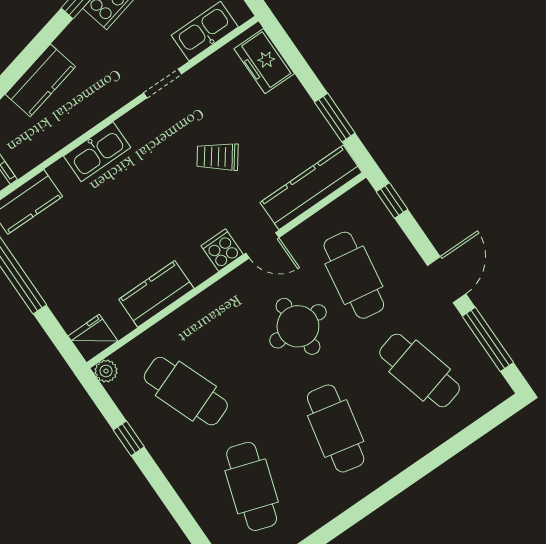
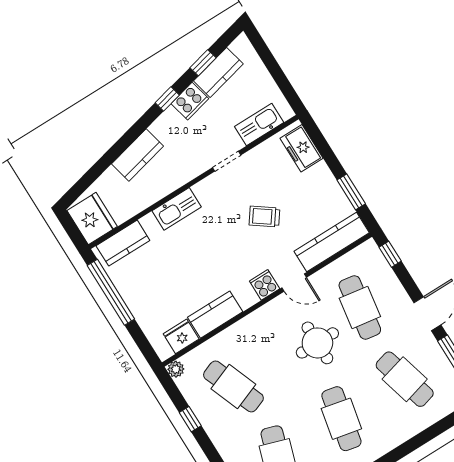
fridge: (93, 339) -> (181, 336), moved

